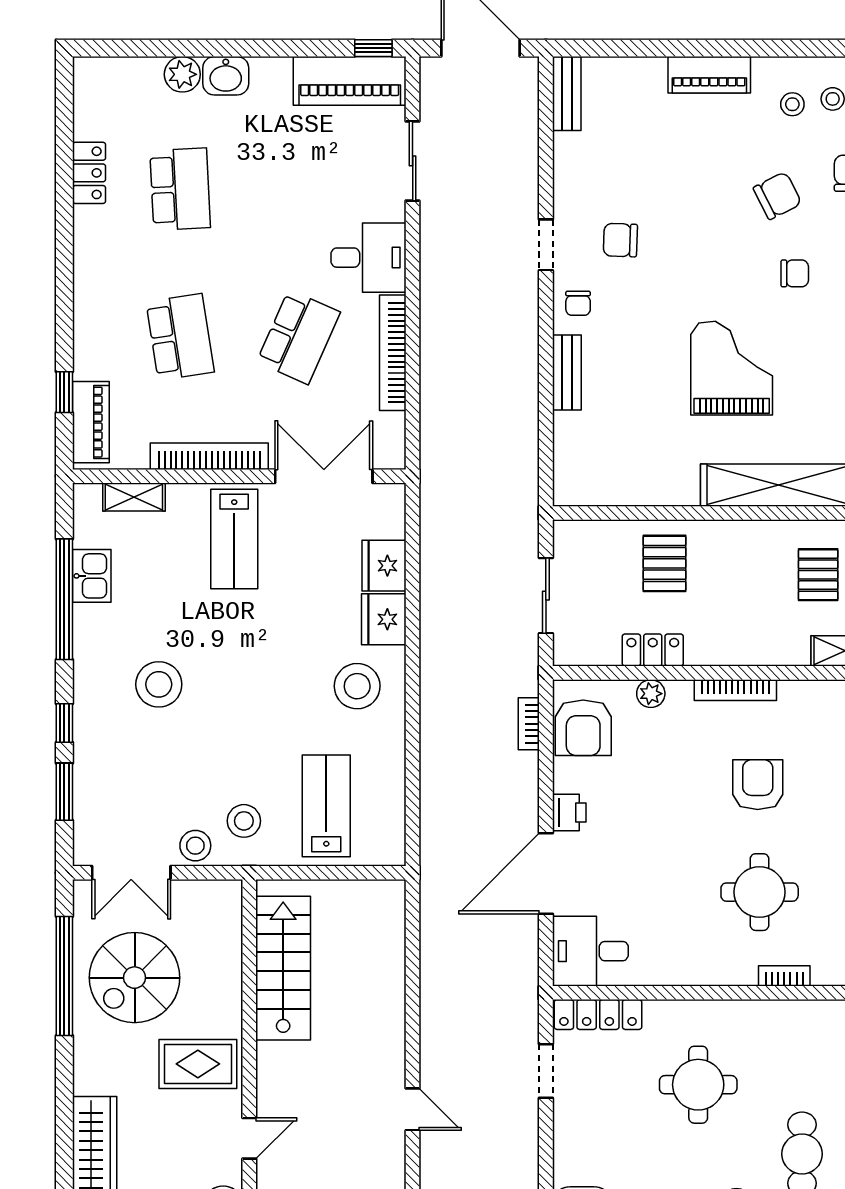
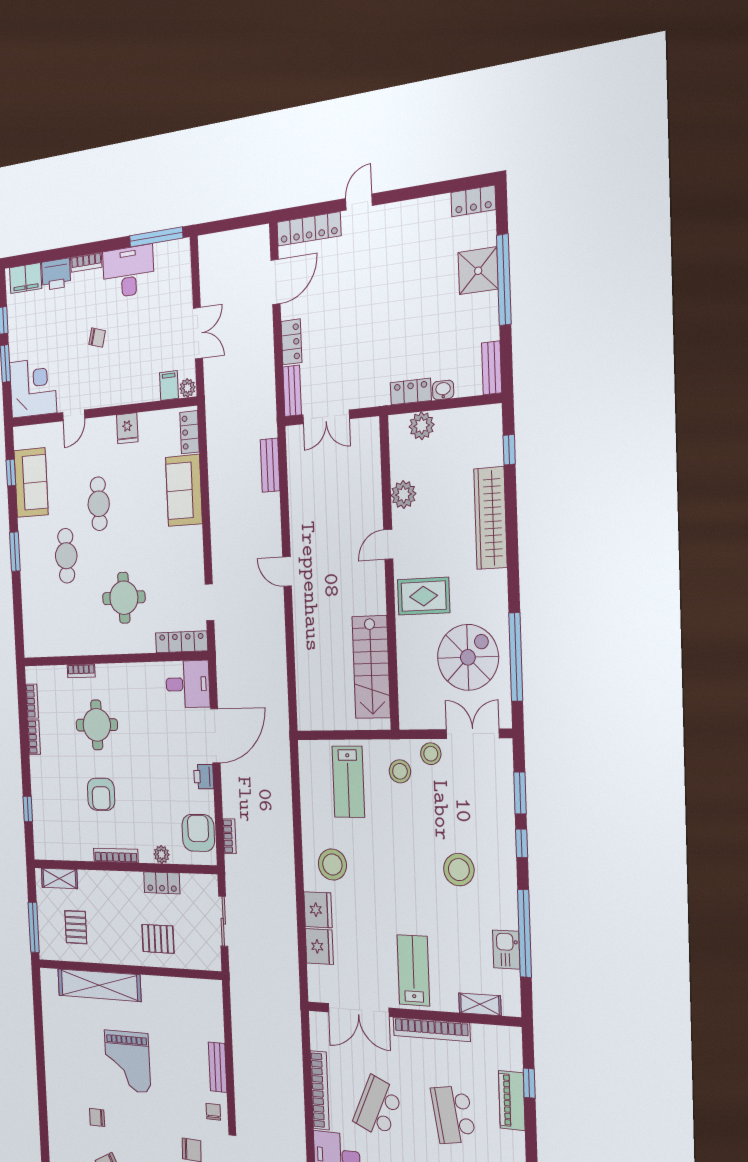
piano: (91, 422) -> (512, 1100), moved
pallet: (664, 563) -> (158, 939), turned 90

